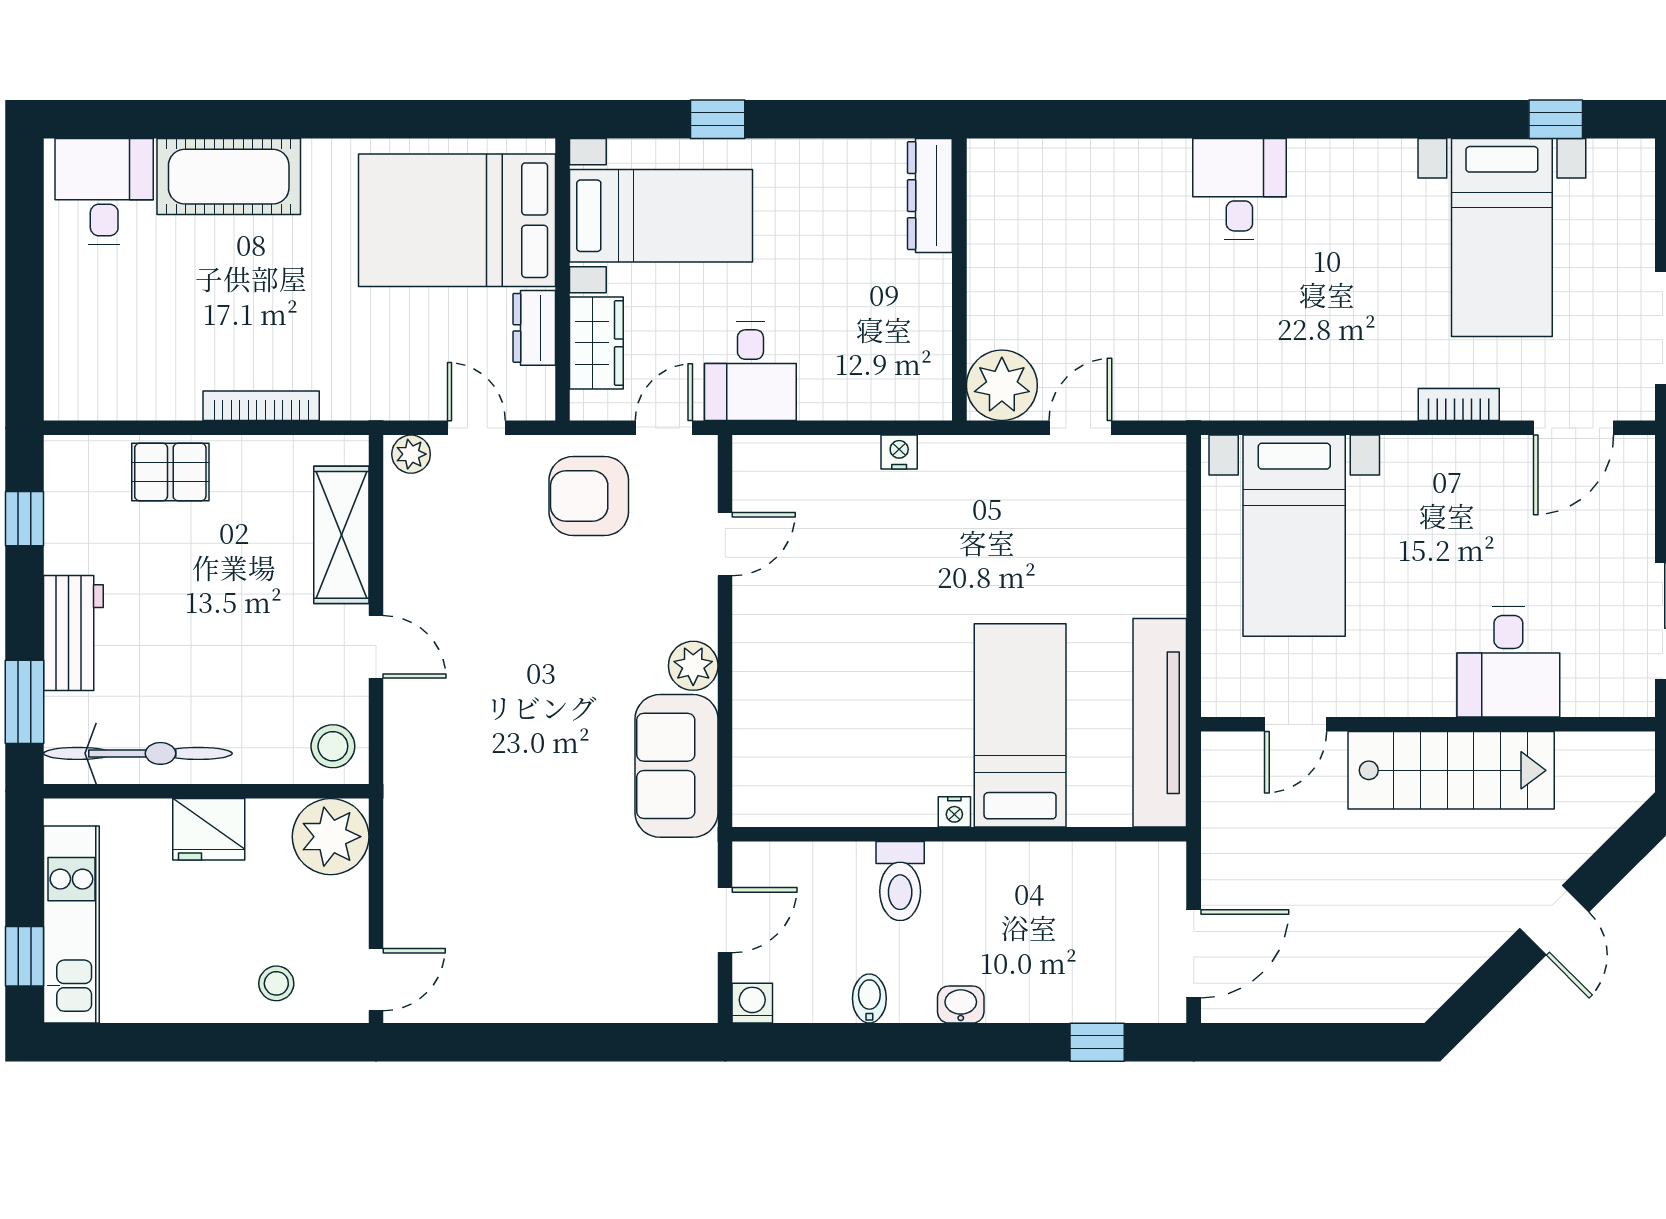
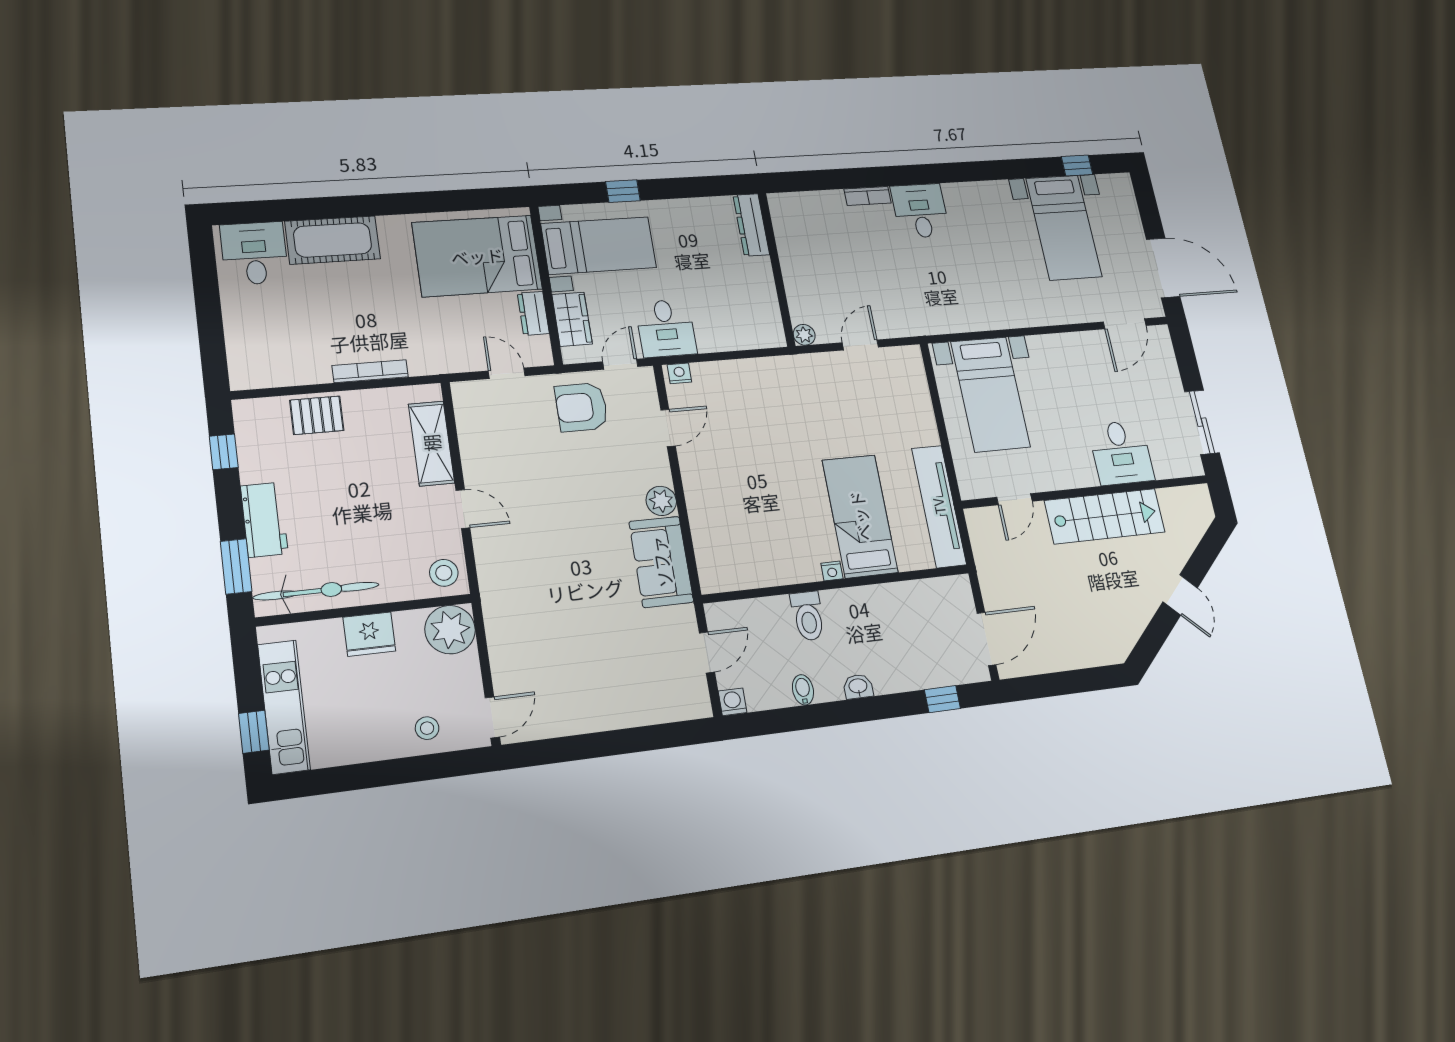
plant: (1002, 385) -> (804, 335), width x0.53, depth x0.53
bookcase: (1459, 405) -> (868, 196), moved, turned 180
nightstand: (899, 452) -> (679, 373), moved
plant: (411, 454) -> (469, 392), removed

